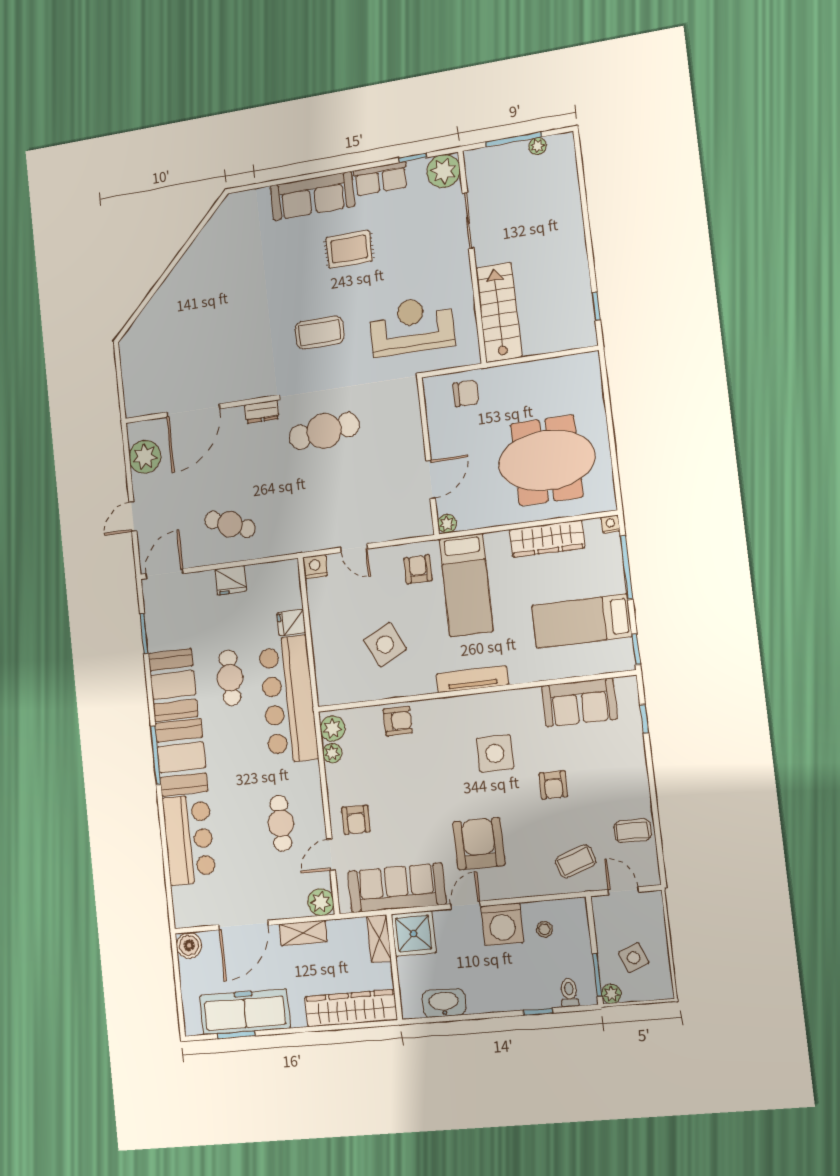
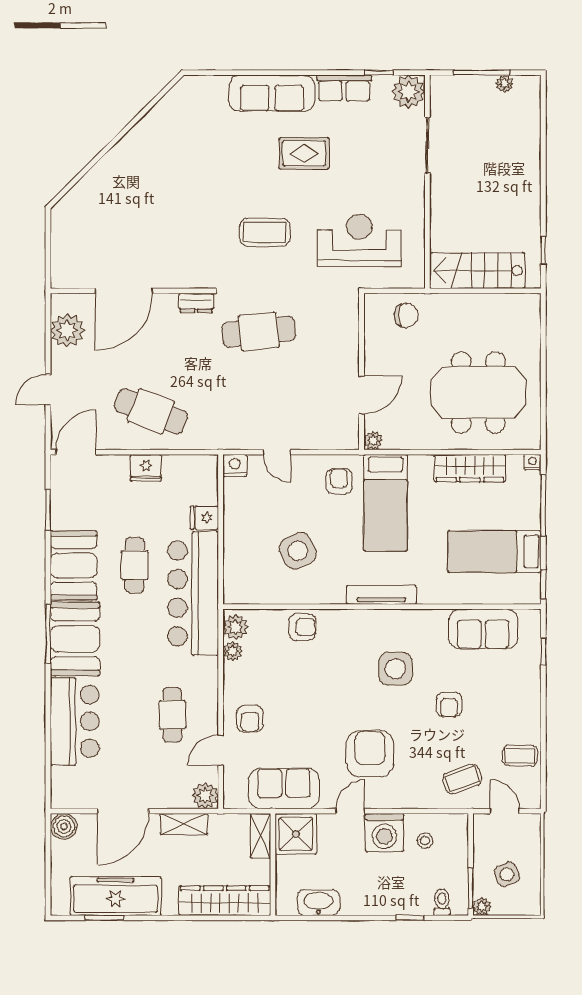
stairs: (499, 313) -> (477, 271), moved, turned -90
cafe table: (230, 524) -> (151, 411), width x1.37, depth x1.35
sofa: (397, 888) -> (284, 788), width x0.73

